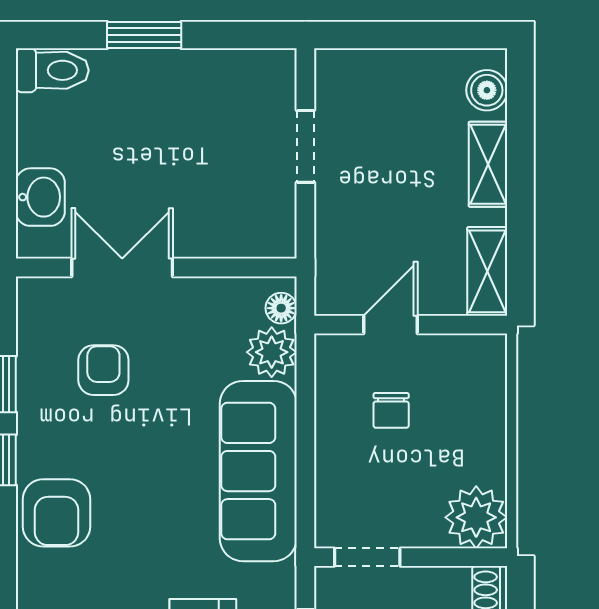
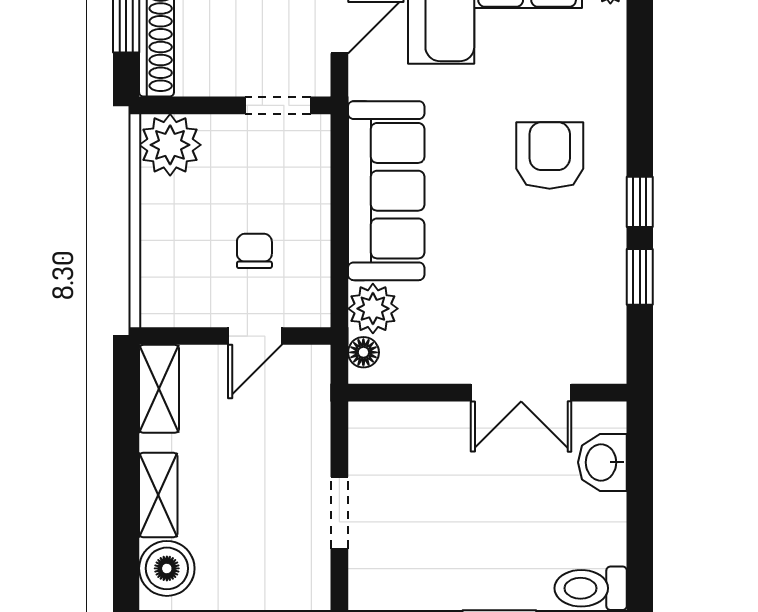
boiler: (487, 90) -> (167, 568), width x1.36, depth x1.36
armchair: (103, 370) -> (540, 291), removed
armchair: (57, 513) -> (550, 155), moved

